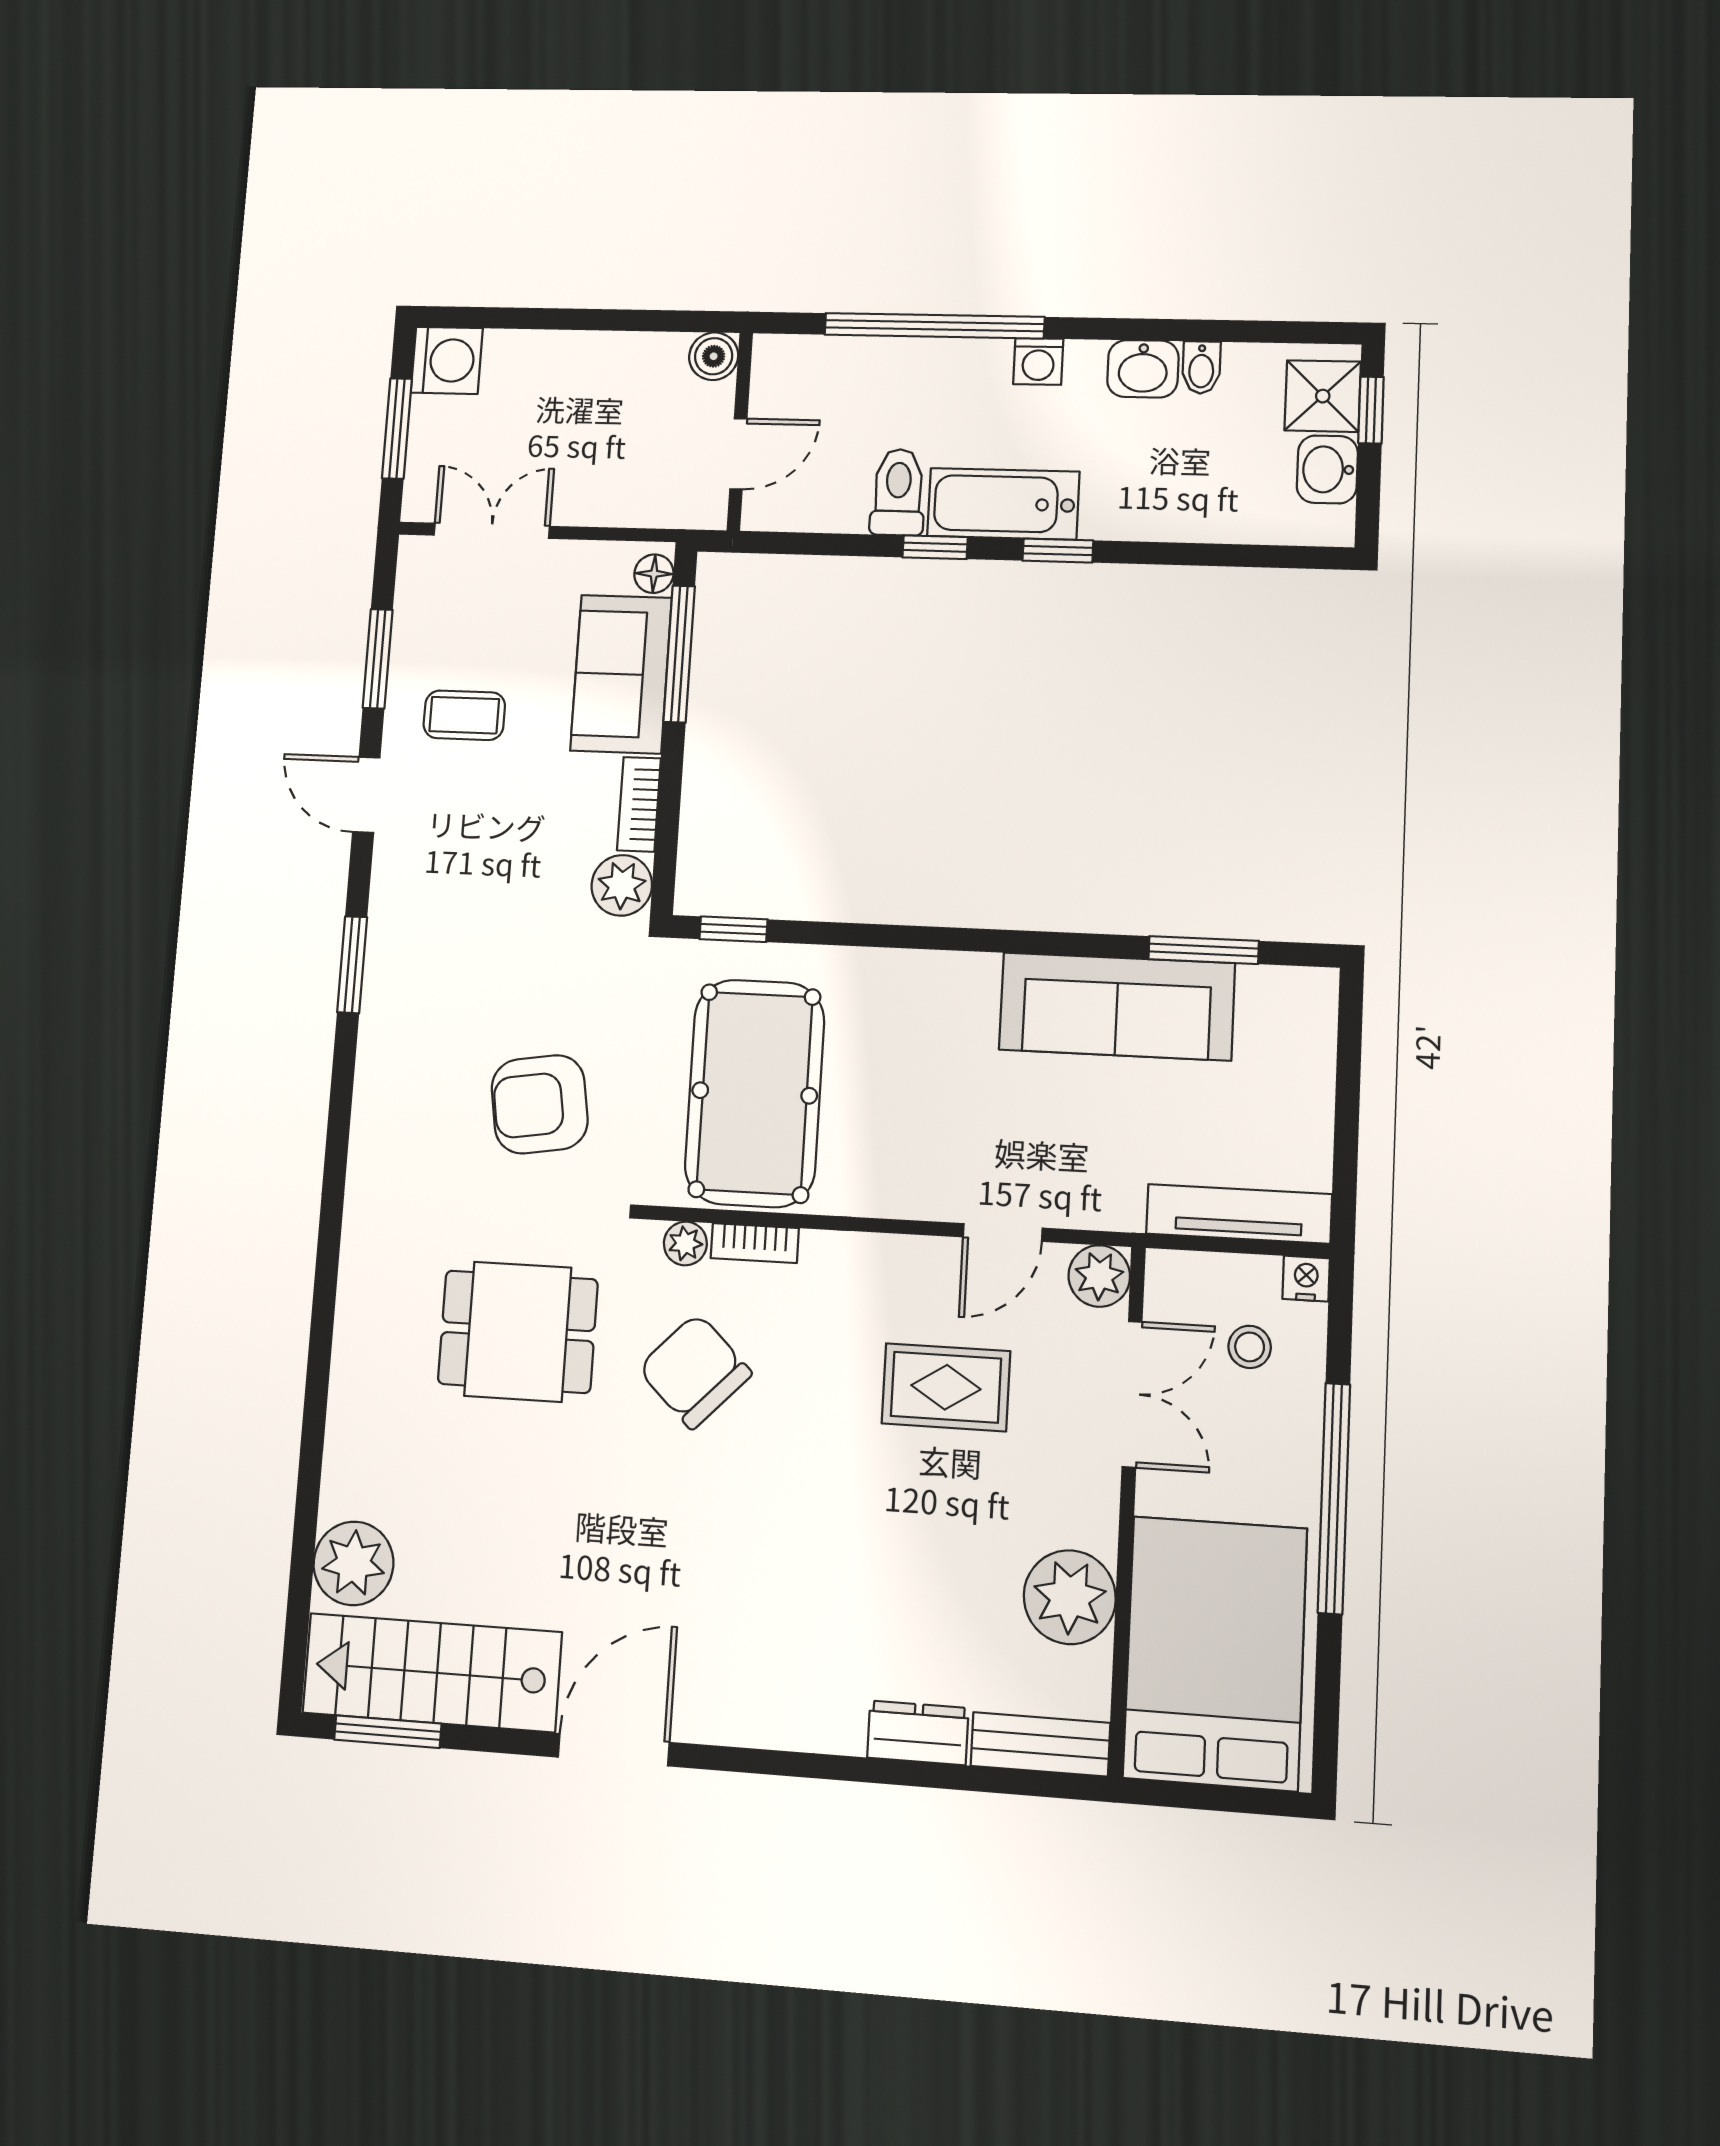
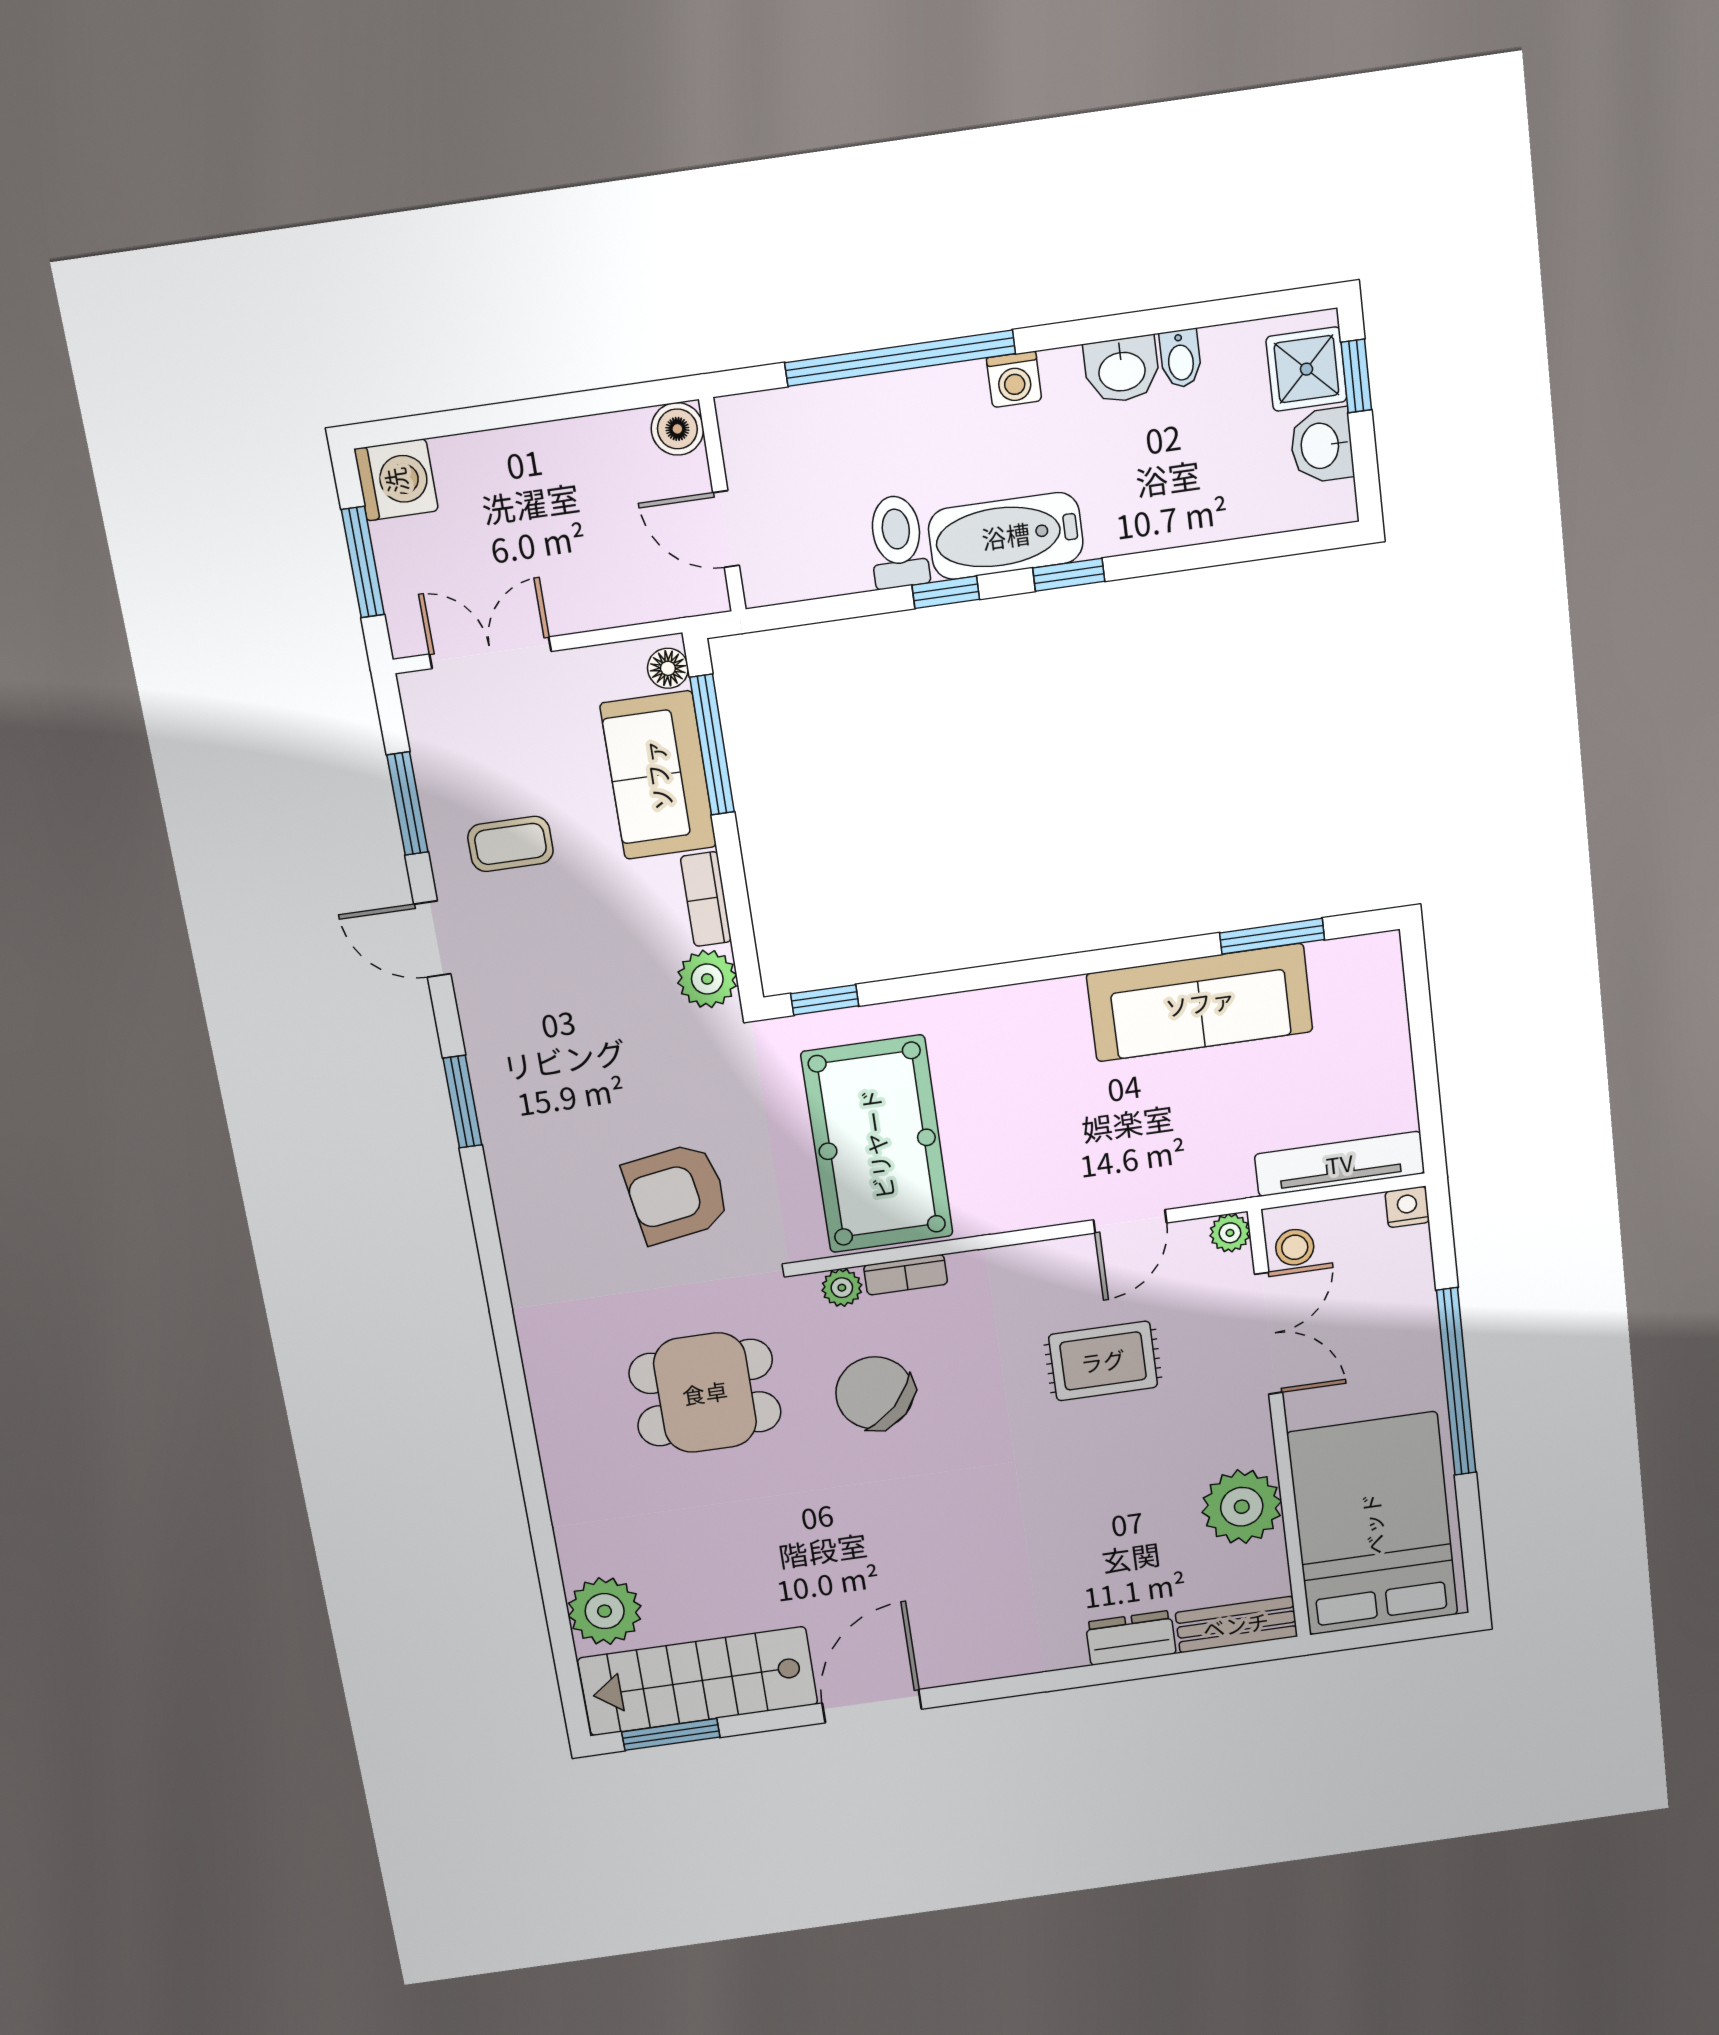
door: (738, 454) -> (726, 529), swing flipped
plant: (1099, 1276) -> (1230, 1233), width x0.73, depth x0.73
stool: (1250, 1347) -> (1295, 1247), moved

